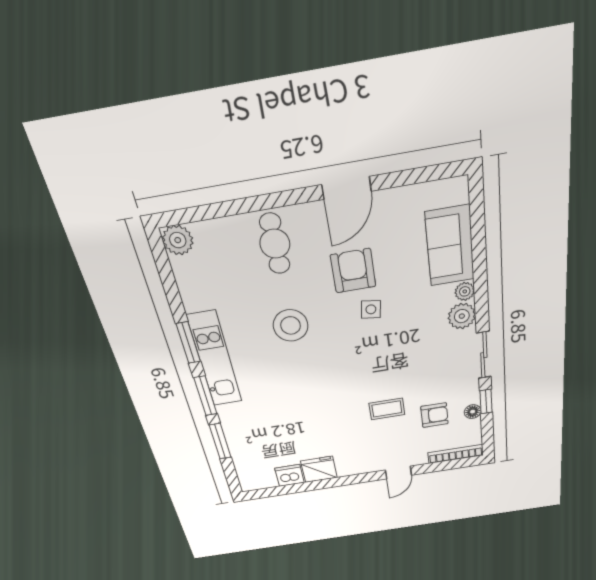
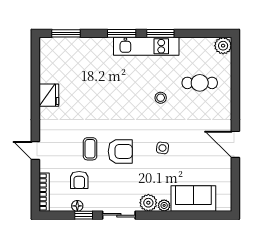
cafe table: (275, 244) -> (200, 83), moved
armchair: (353, 271) -> (120, 151), moved
stool: (291, 325) -> (161, 98), width x0.53, depth x0.53
window: (220, 441) -> (66, 33), moved
dishwasher: (289, 475) -> (48, 74), removed

